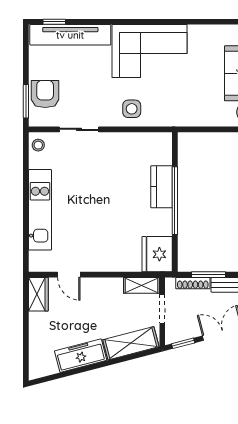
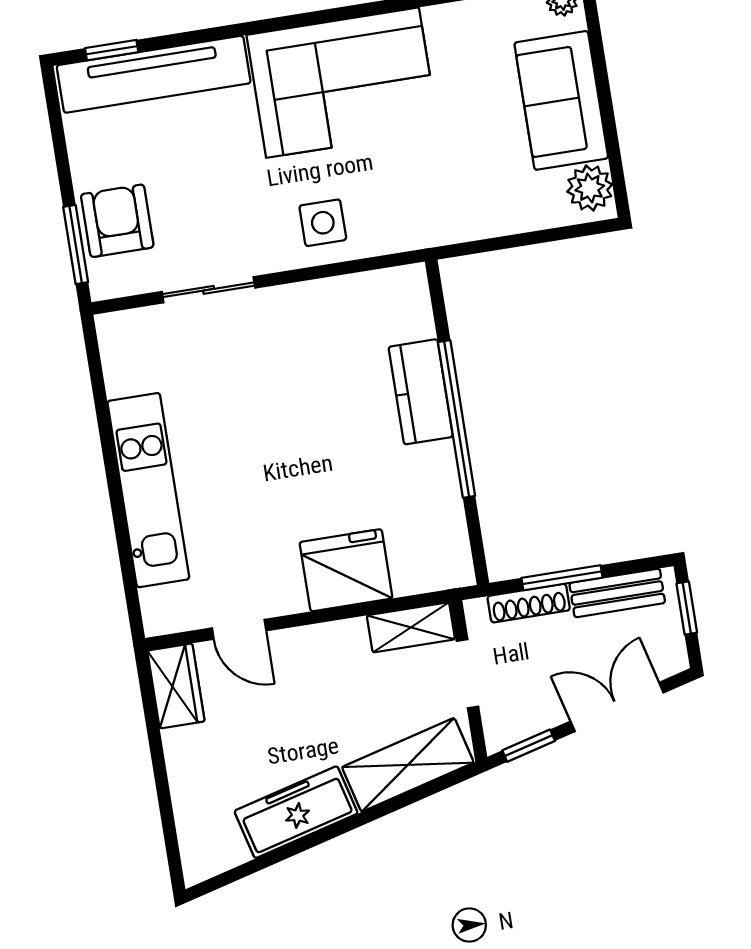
stool: (38, 145) -> (120, 341), removed
fridge: (157, 254) -> (346, 570), moved, turned 90

